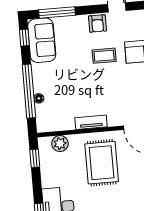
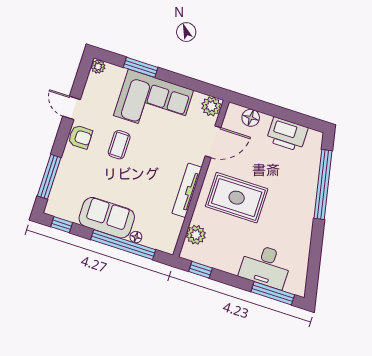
sofa: (42, 40) -> (107, 218), moved
tv unit: (91, 122) -> (187, 190), width x1.41

